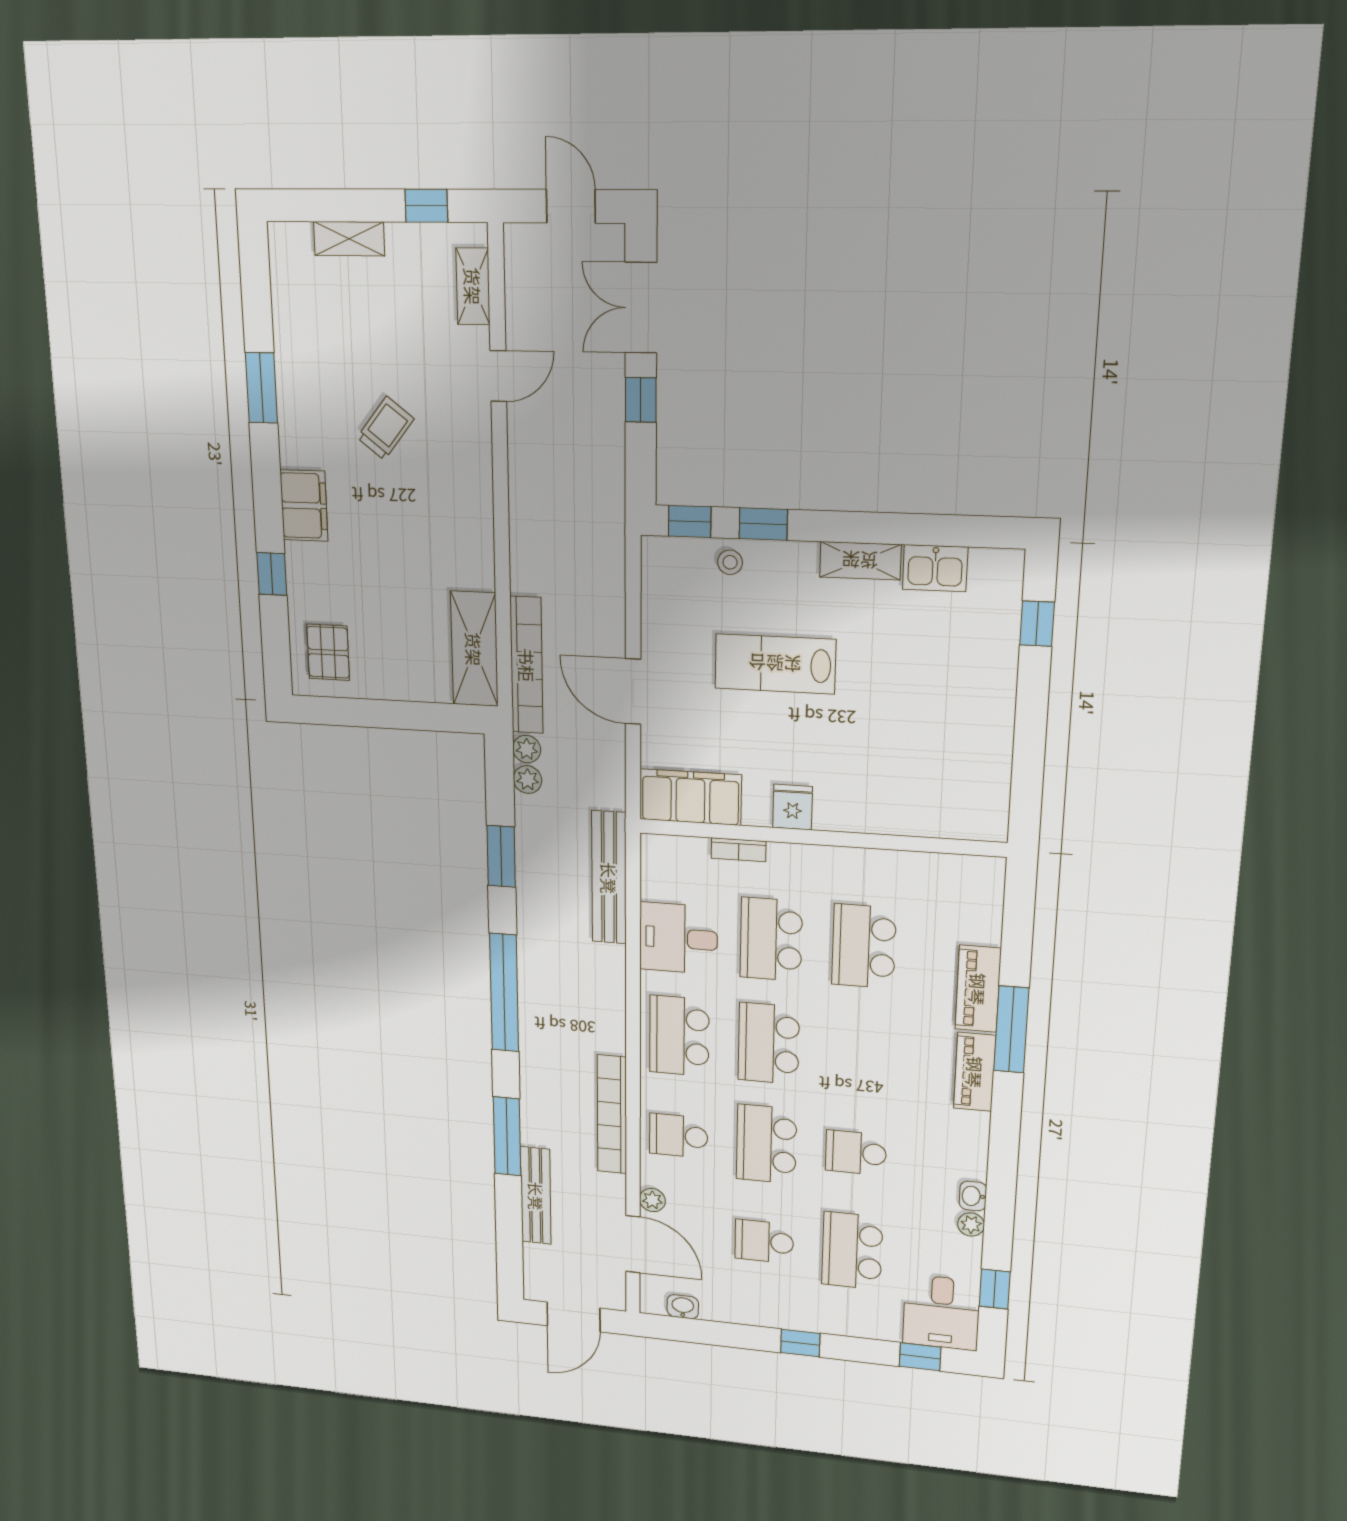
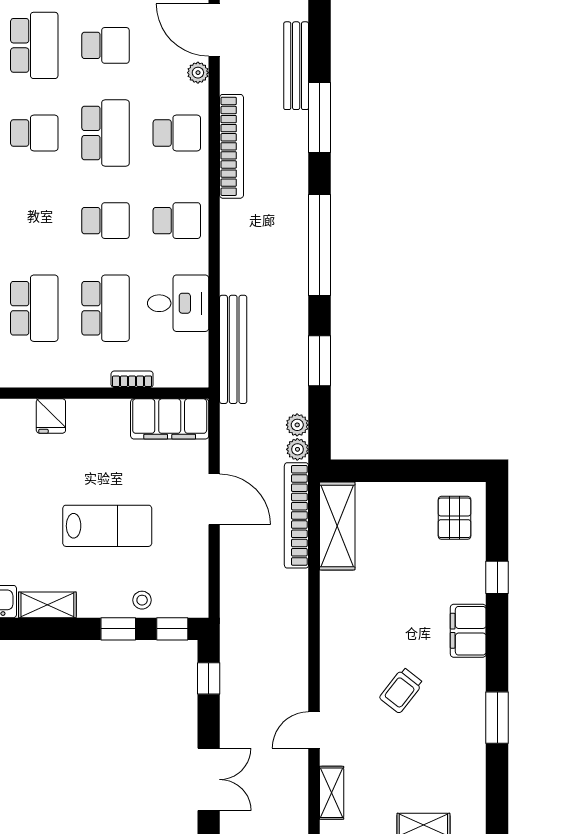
window: (641, 400) -> (209, 678), moved
fridge: (793, 807) -> (51, 416), moved
school desk: (679, 1036) -> (177, 221), width x0.54
school desk: (769, 1043) -> (106, 221), width x0.54

